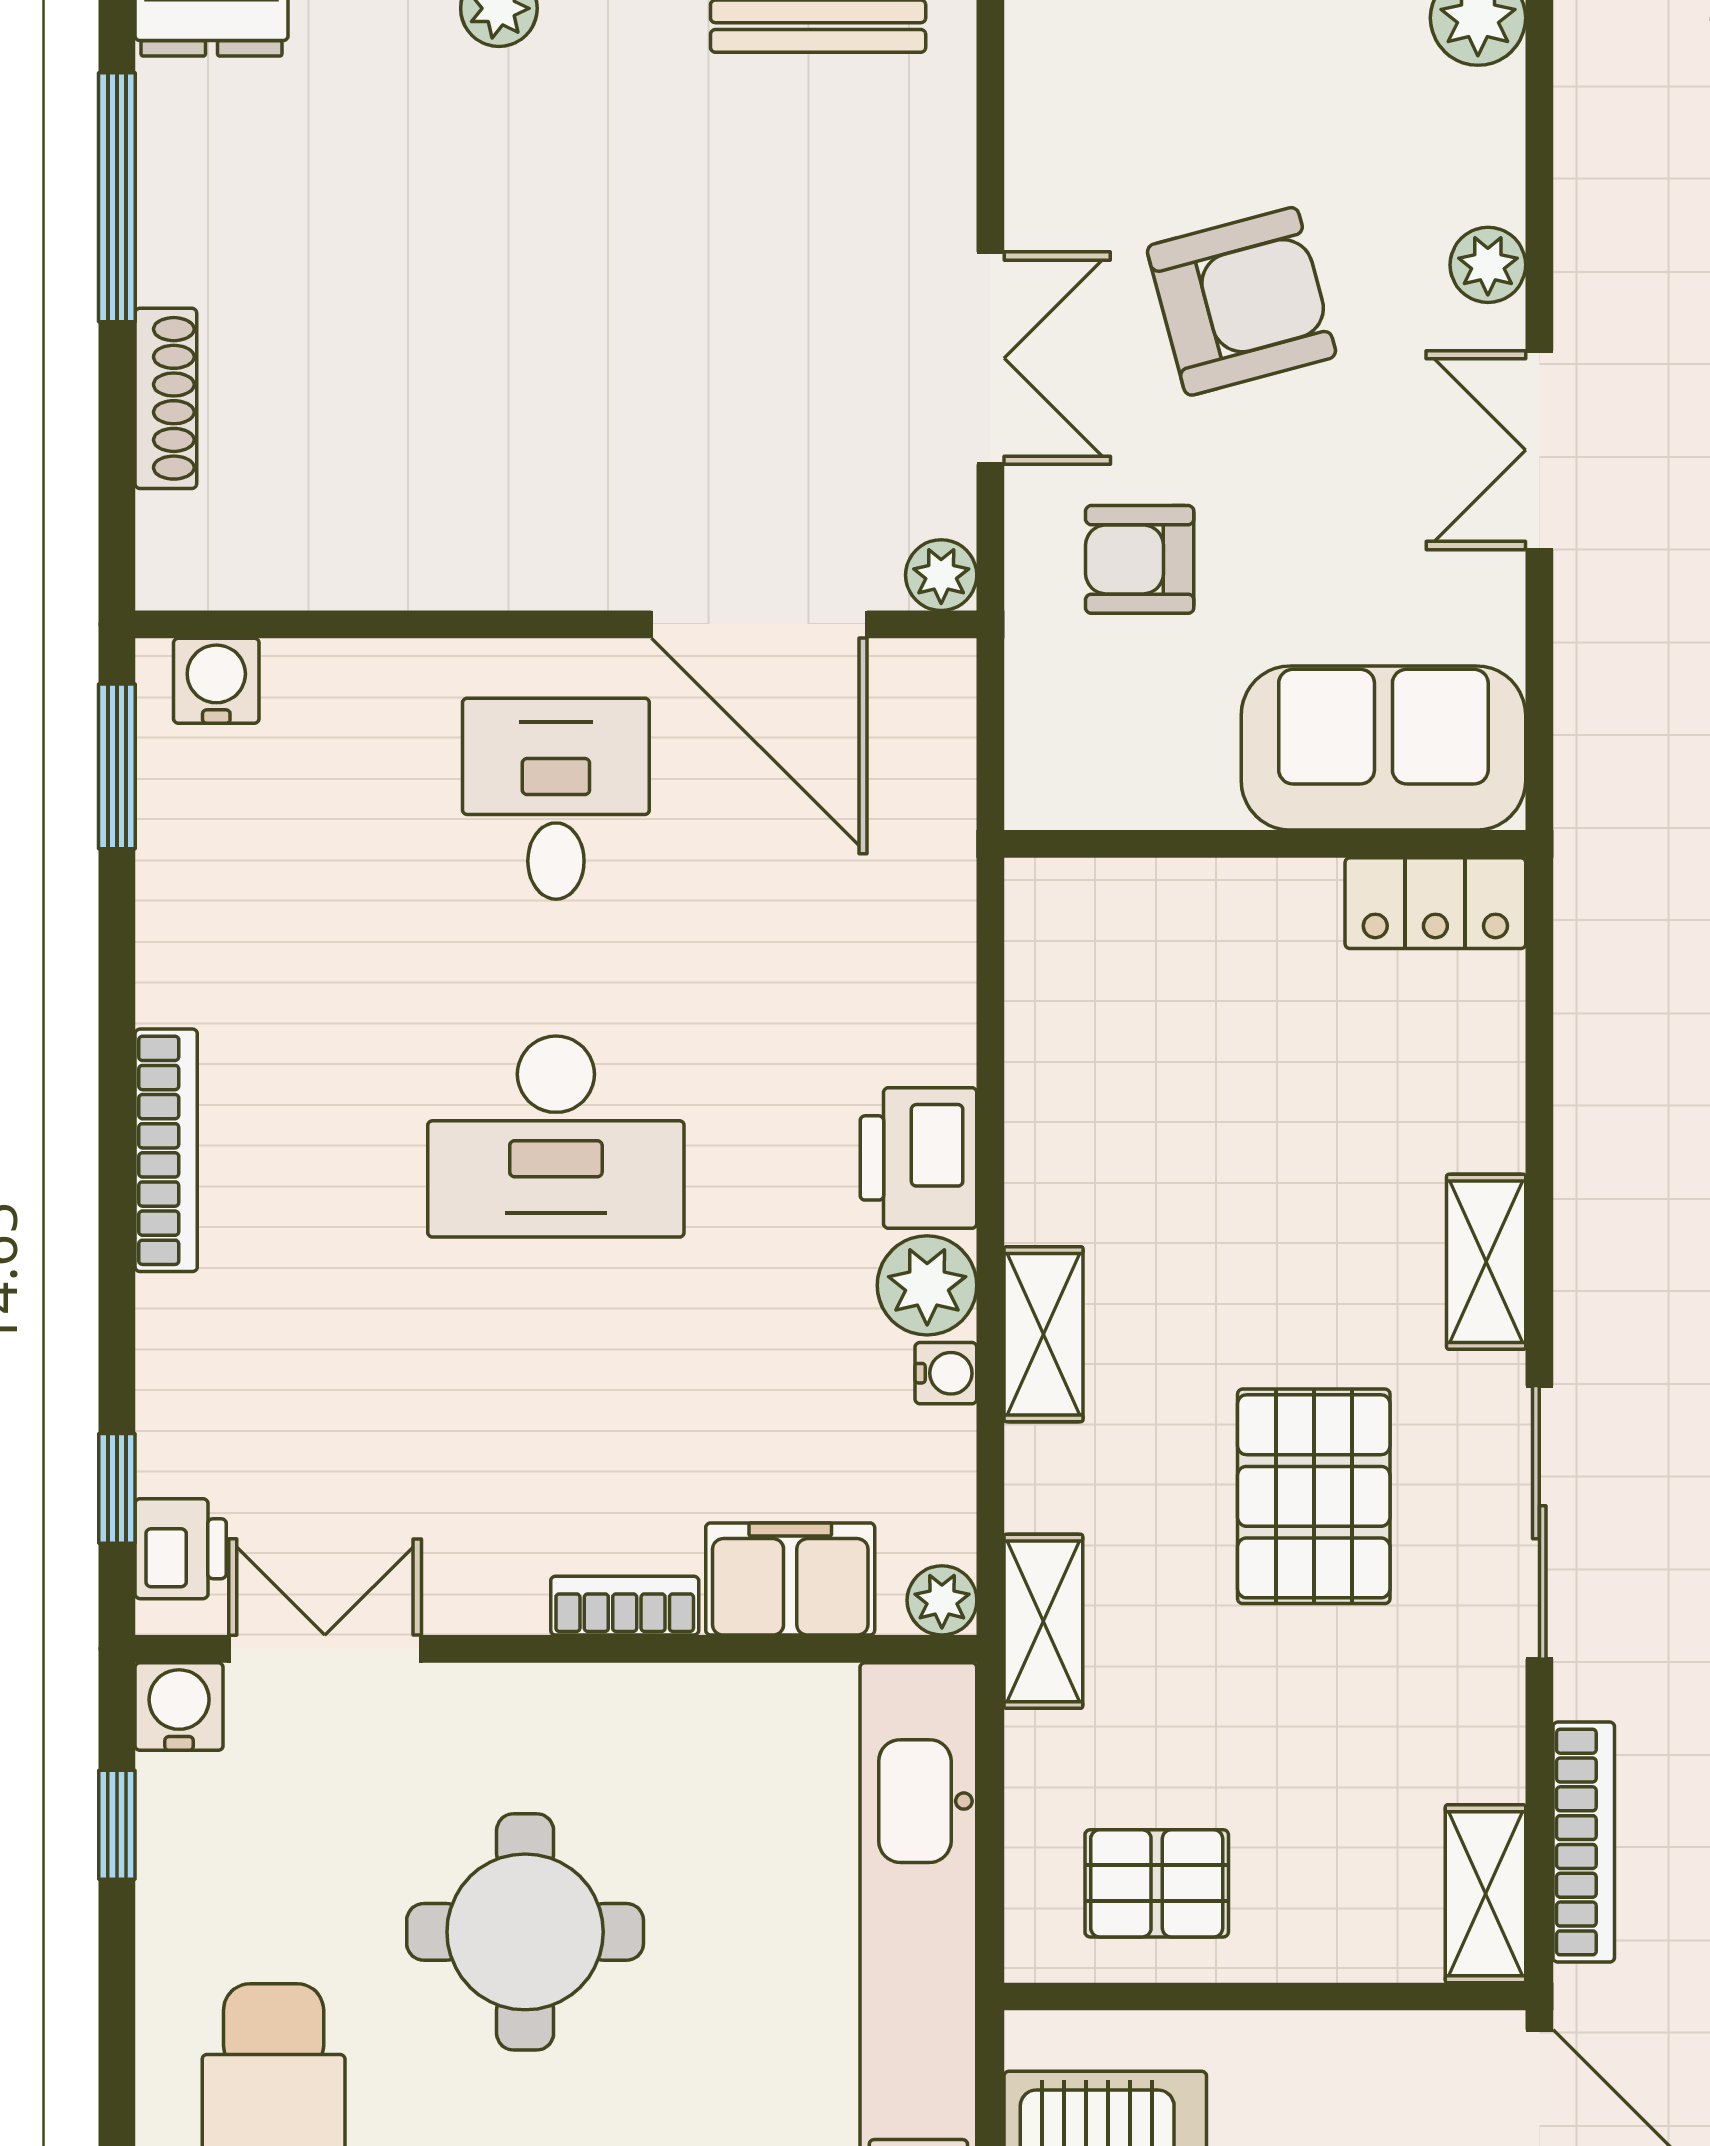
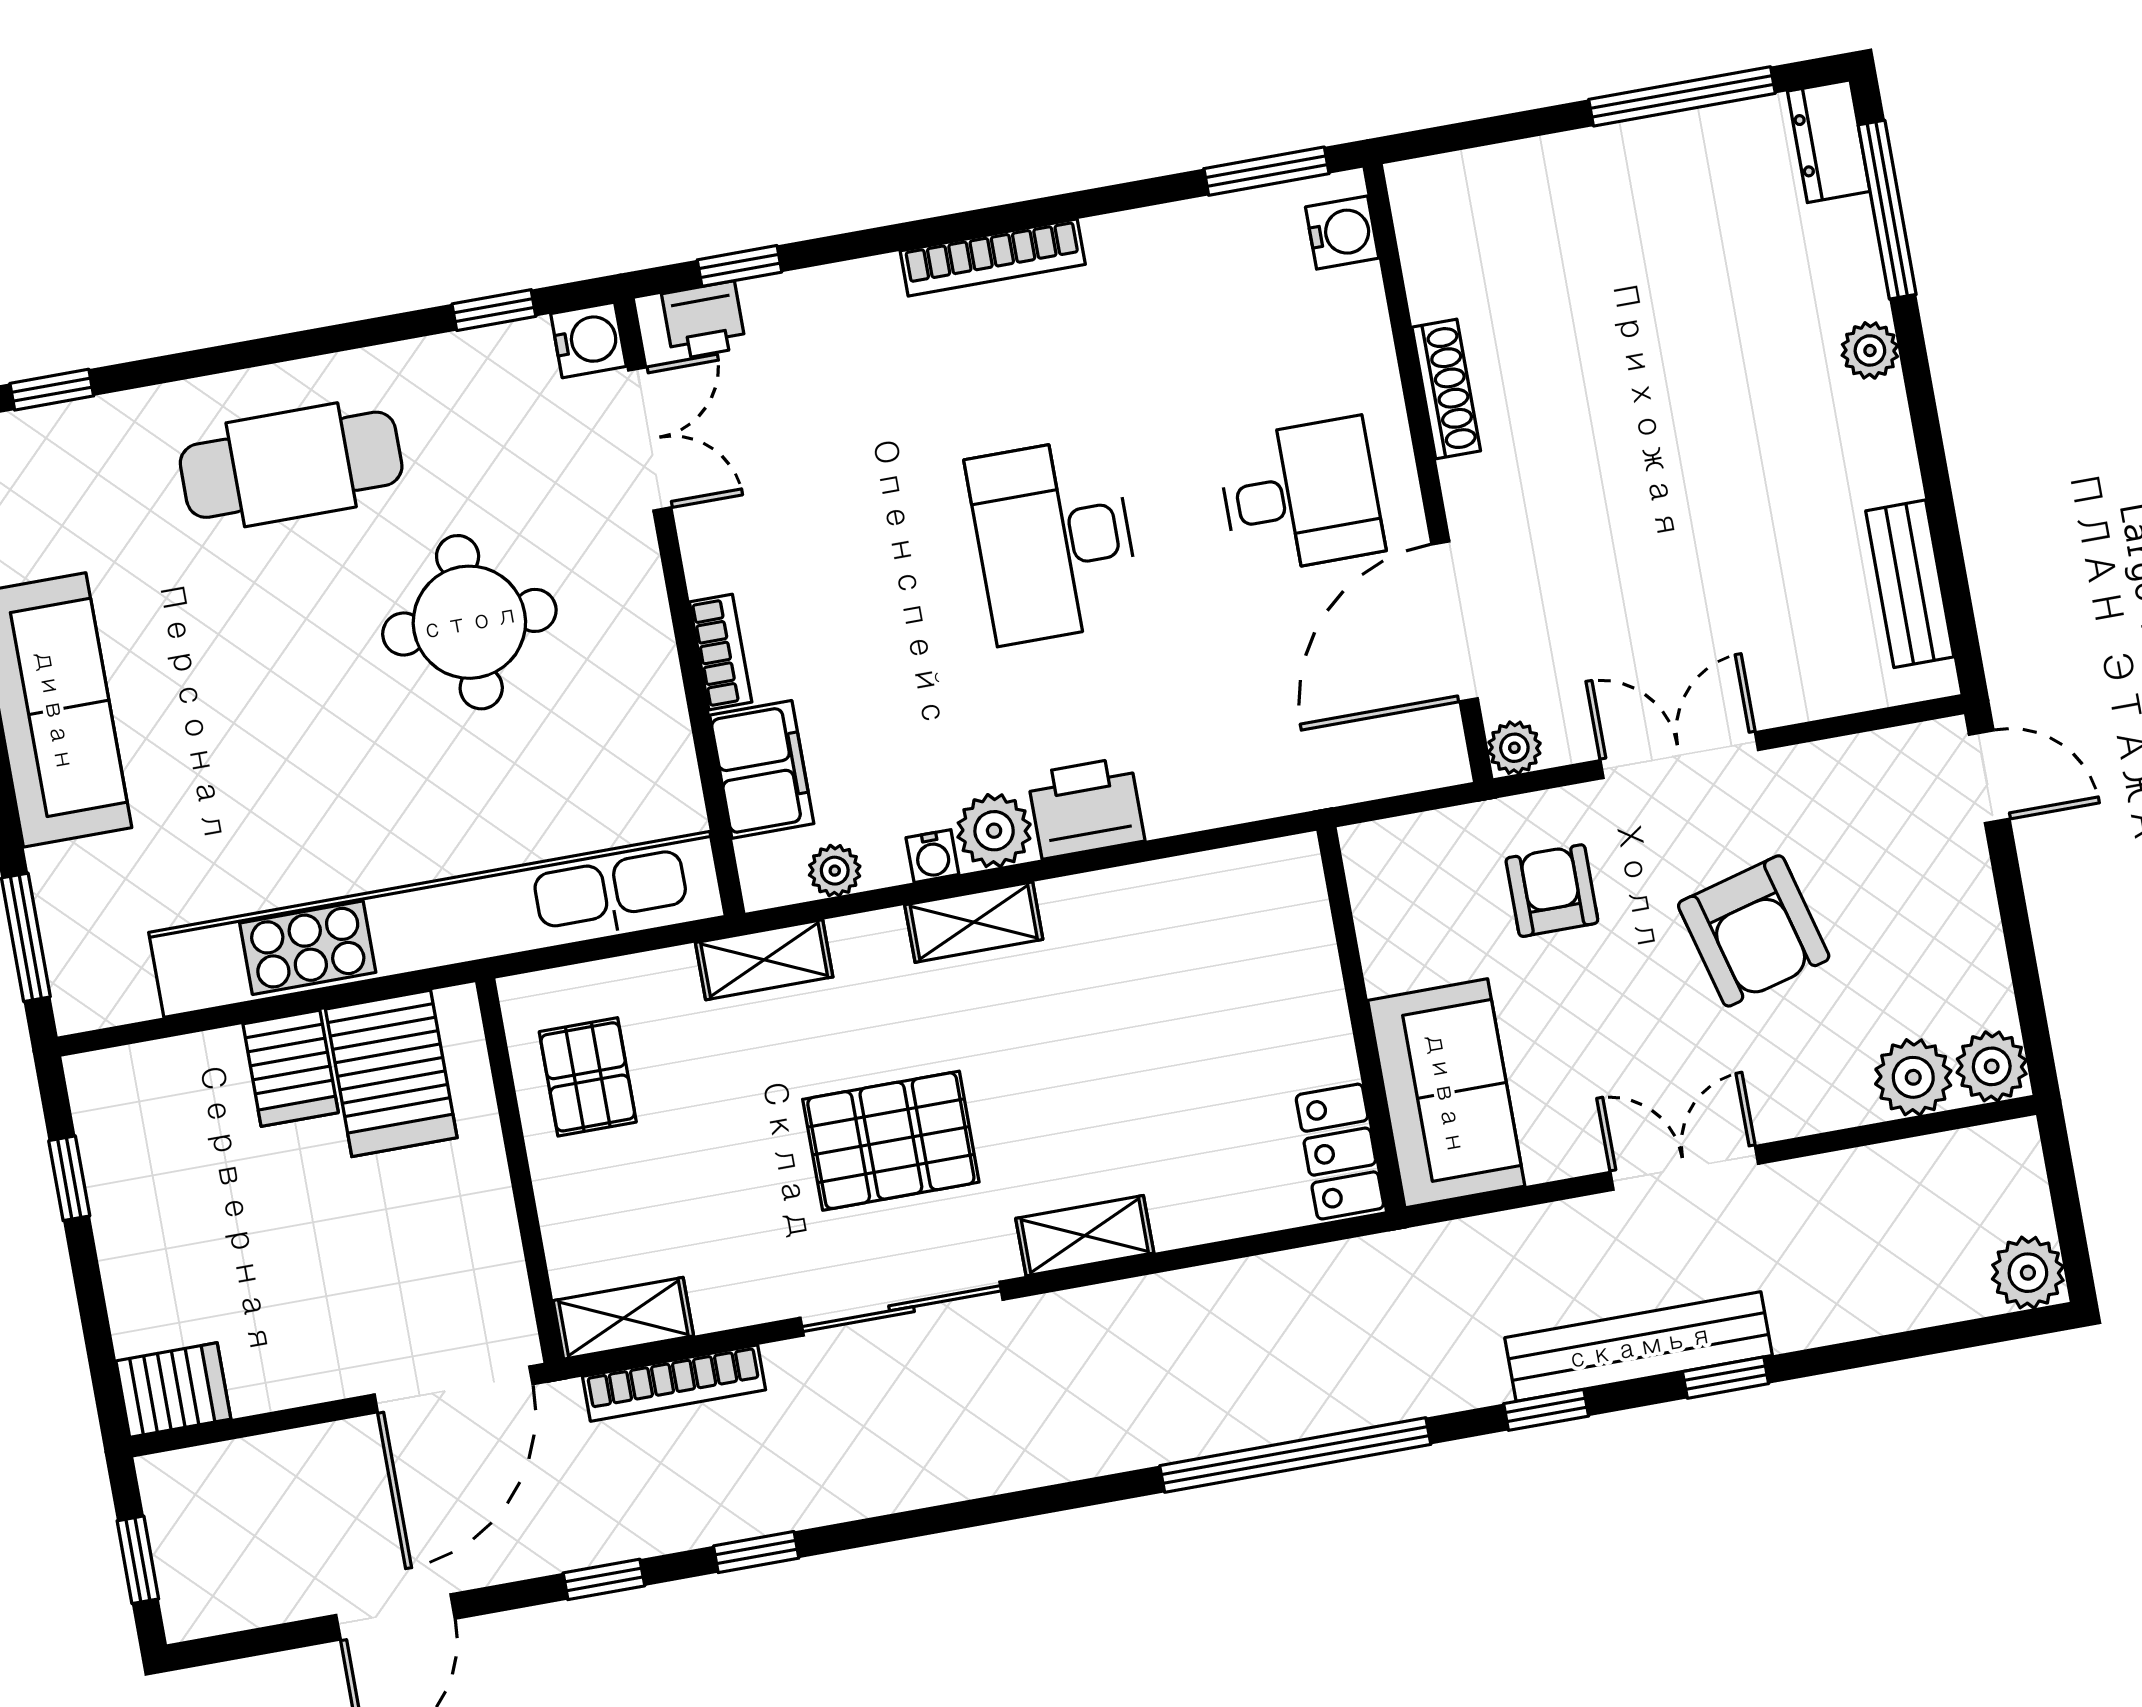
plant: (1488, 265) -> (1913, 1077), moved, width x1.38, depth x1.38
double door: (990, 358) -> (1679, 755), swing flipped
shoe rack: (166, 398) -> (1446, 389), moved, turned -90
plant: (942, 1600) -> (835, 871), moved

